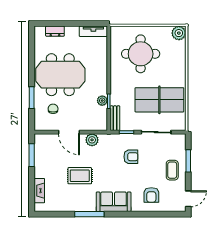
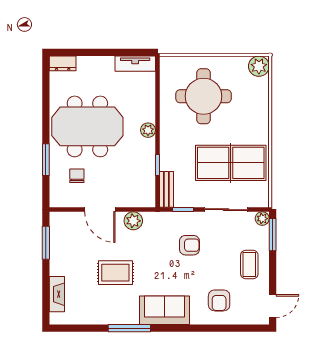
dresser: (55, 31) -> (63, 63), moved
plant: (102, 101) -> (148, 130), moved
plant: (181, 138) -> (262, 219), added
window: (188, 161) -> (273, 235), moved

